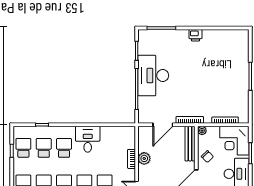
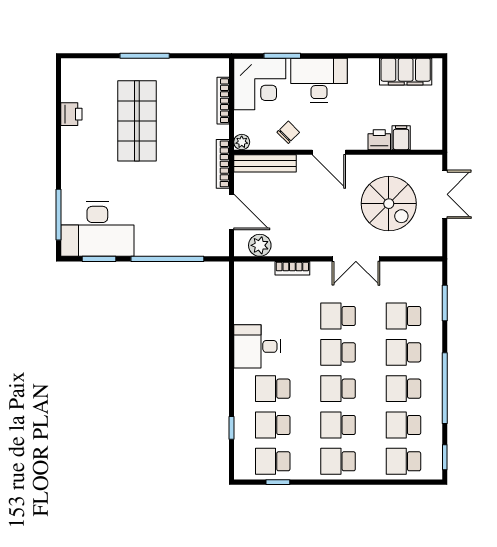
printer: (196, 35) -> (71, 114), moved
shop shelf: (214, 72) -> (137, 121), added
desk: (153, 76) -> (97, 229), moved
plant: (144, 158) -> (260, 245), moved

